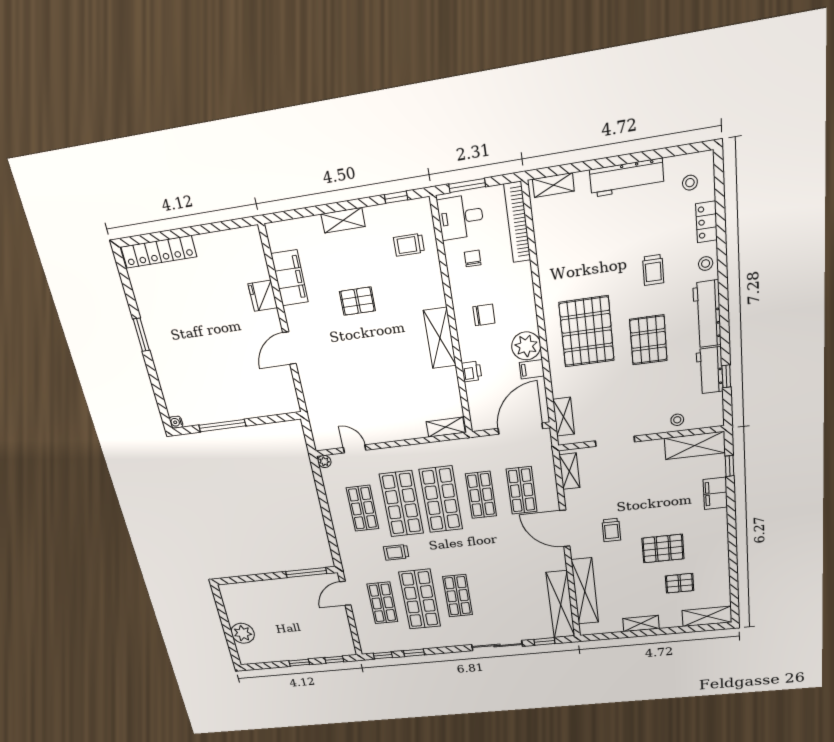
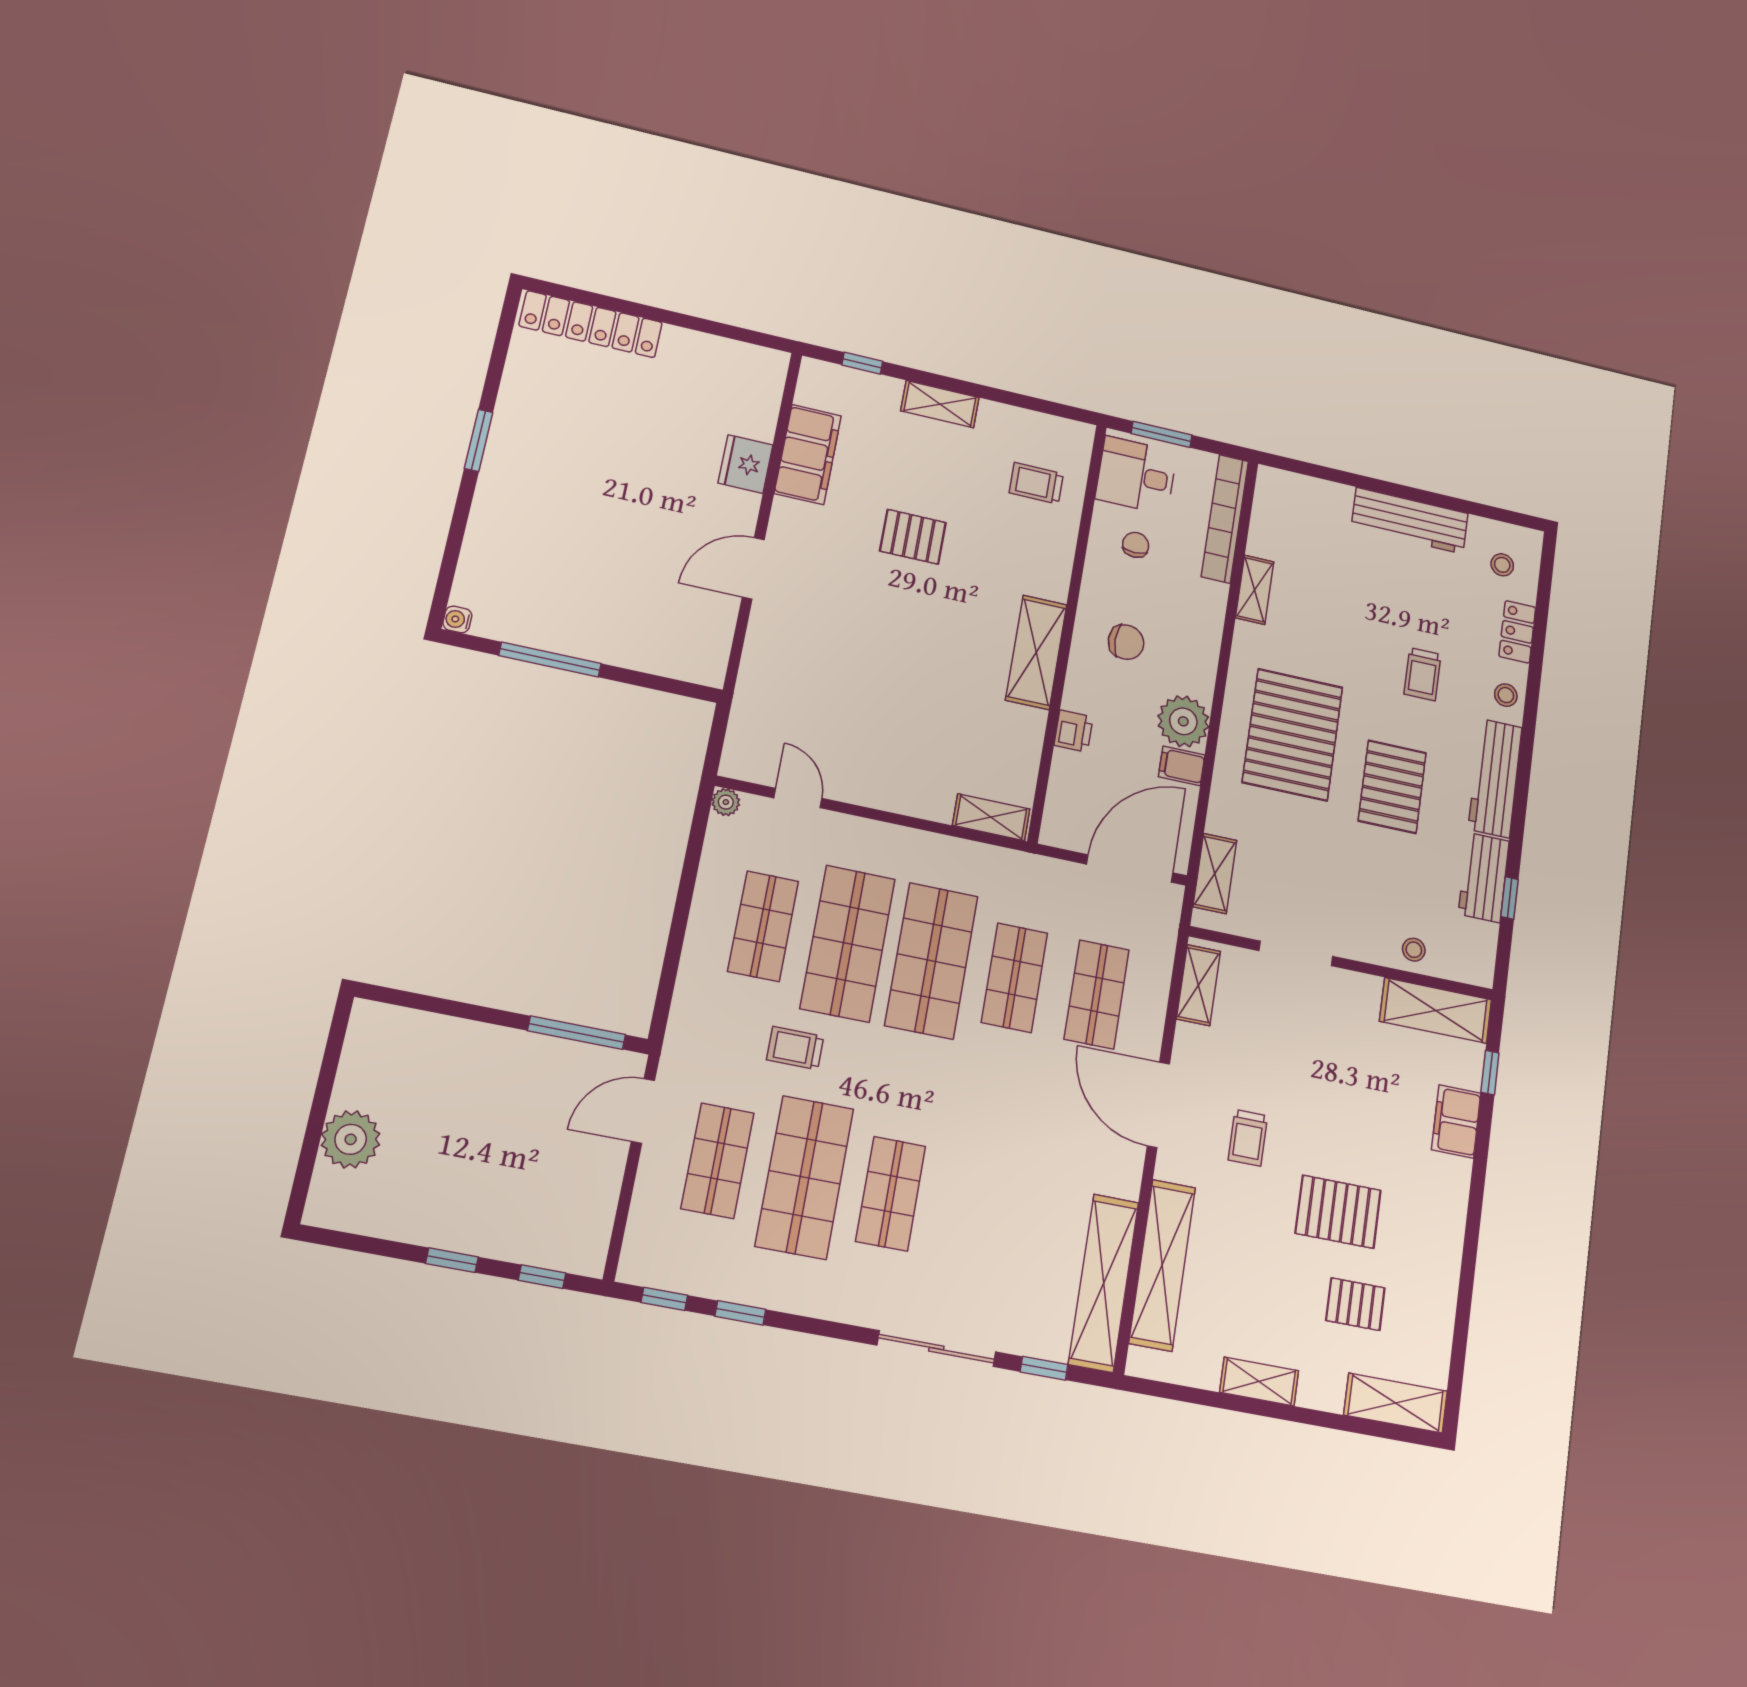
shelving: (553, 185) -> (1255, 590), moved, turned 90
window: (396, 197) -> (862, 363), moved

